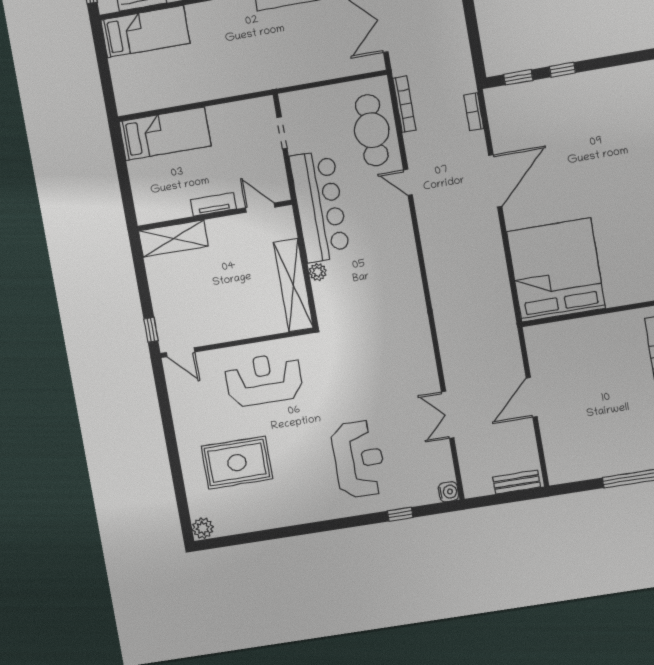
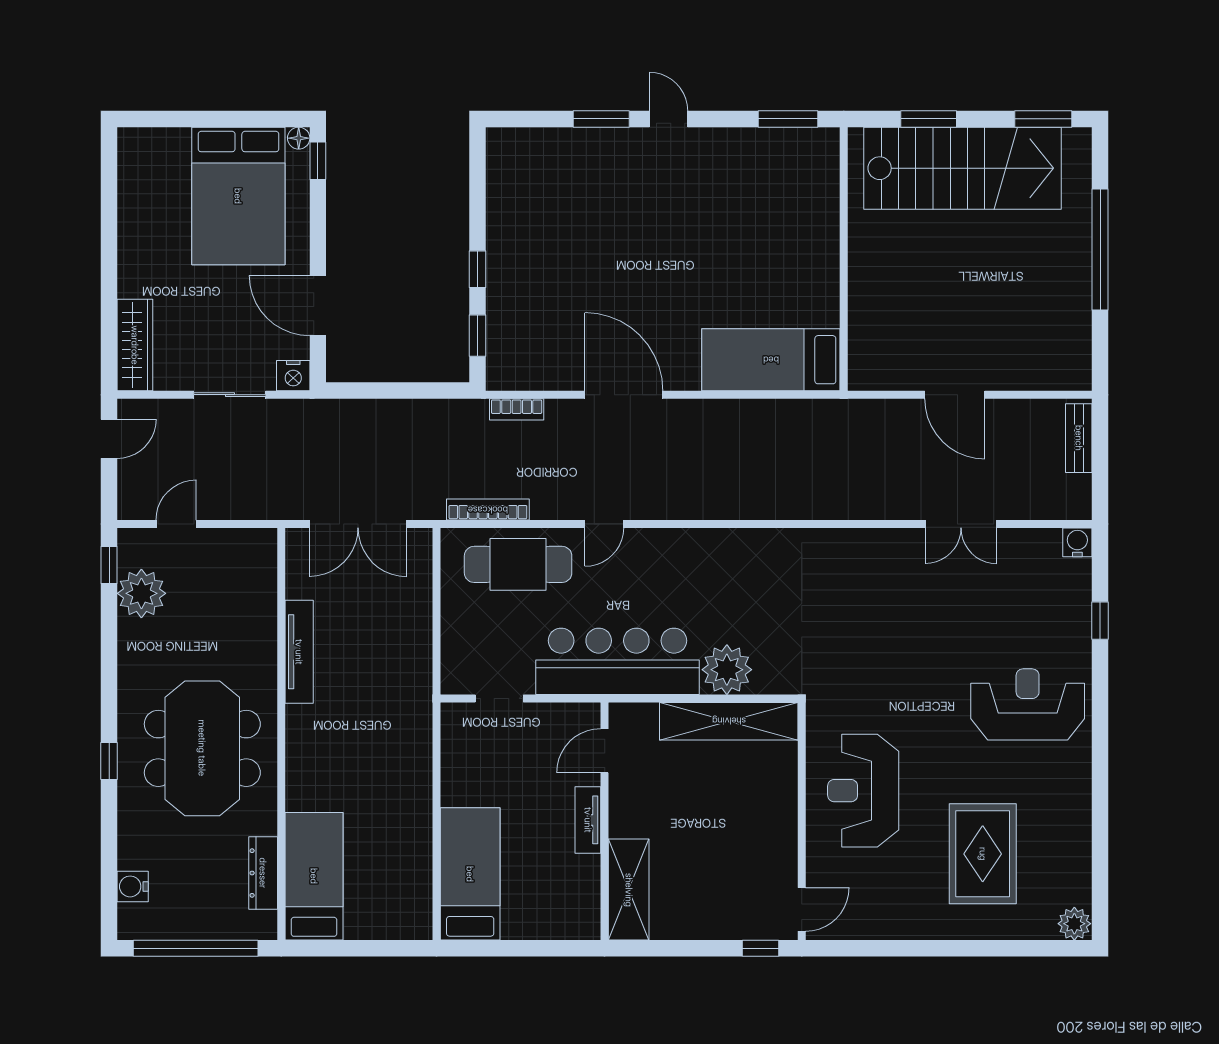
bed: (556, 270) -> (771, 360), width x0.49
plant: (318, 272) -> (727, 670), width x1.87, depth x1.87
reception desk: (359, 459) -> (1028, 704), moved

